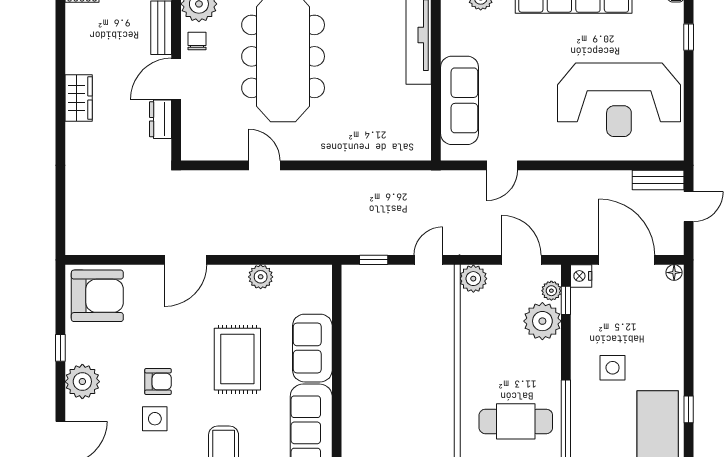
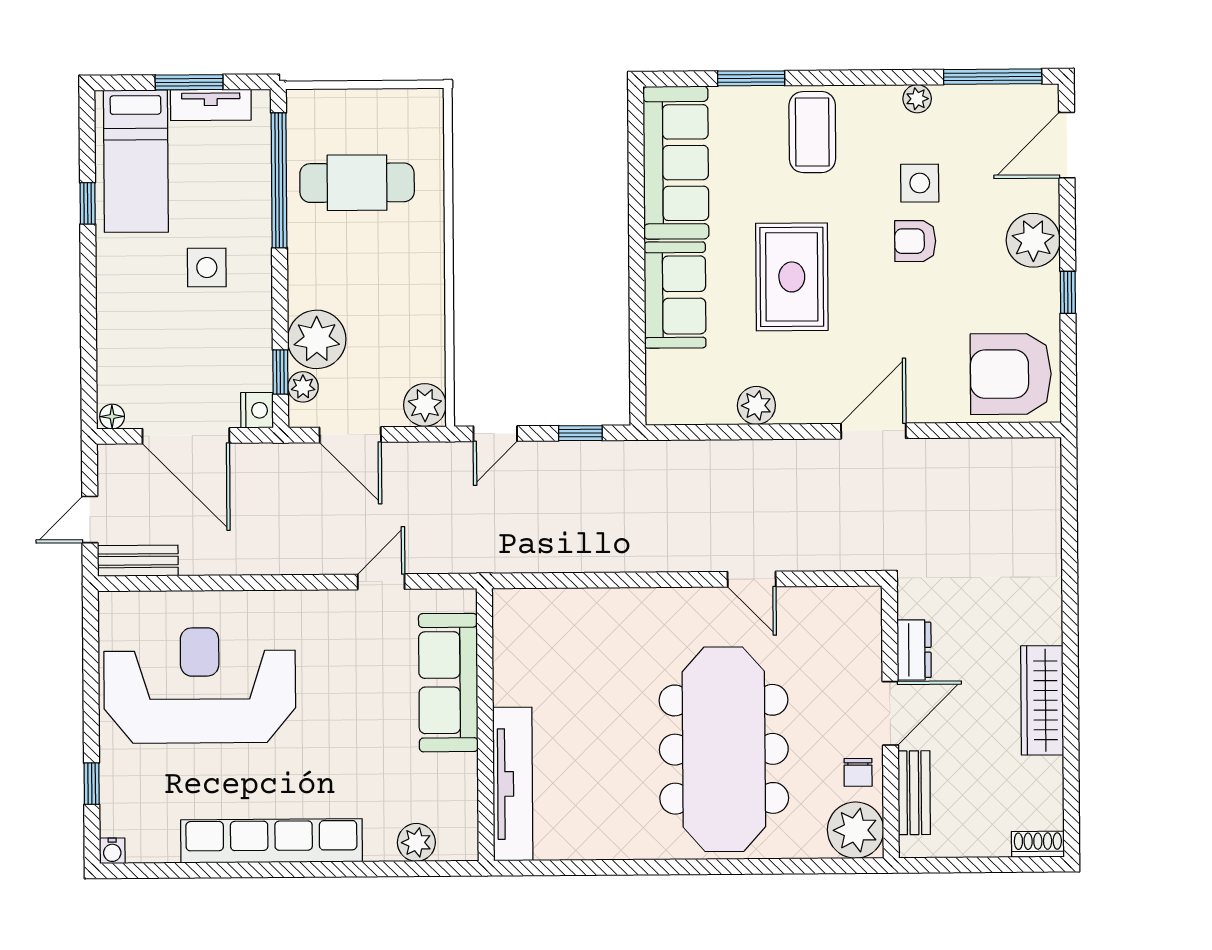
wardrobe: (79, 98) -> (1042, 700), width x1.50

